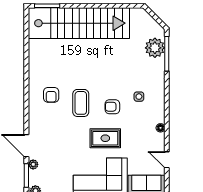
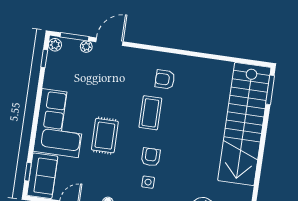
coffee table: (81, 103) -> (150, 113), turned 90
armchair: (112, 107) -> (151, 157), moved

